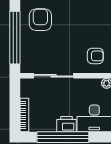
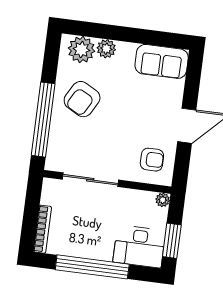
armchair: (40, 20) -> (82, 99), turned -151
printer: (67, 124) -> (99, 249), removed

